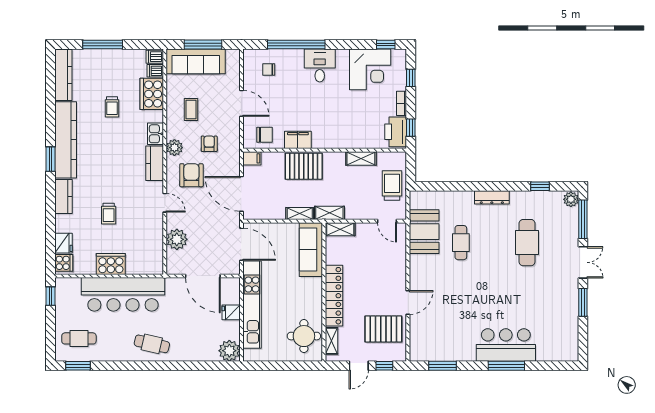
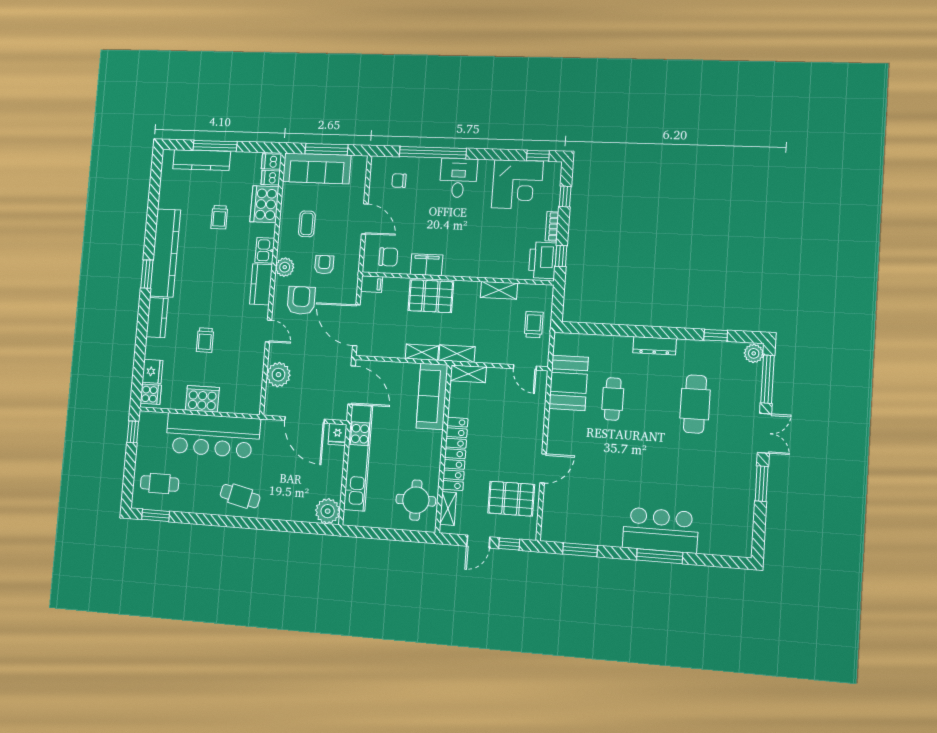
kitchen counter: (63, 75) -> (202, 160), moved, turned 90
trolley: (392, 185) -> (534, 325), width x0.73, depth x0.72
fridge: (231, 312) -> (337, 434), moved, turned -90

